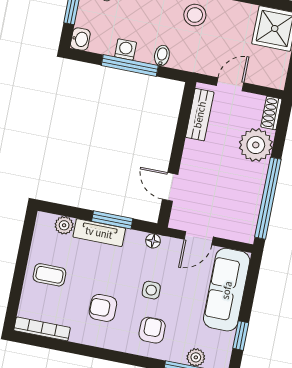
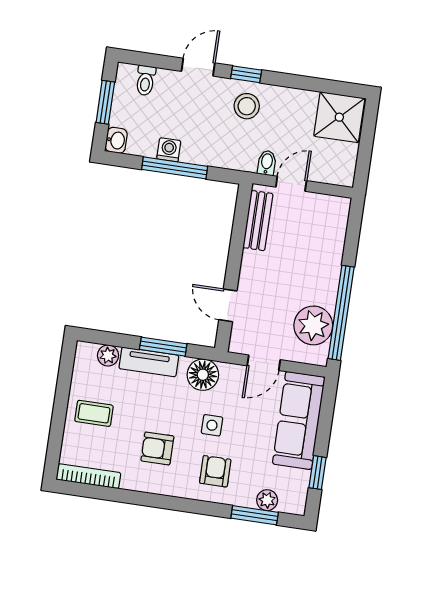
bidet: (162, 56) -> (267, 163), moved
shoe rack: (271, 113) -> (340, 215), removed
plant: (256, 145) -> (313, 325), moved
floor lamp: (153, 241) -> (203, 375), width x1.89, depth x1.89

